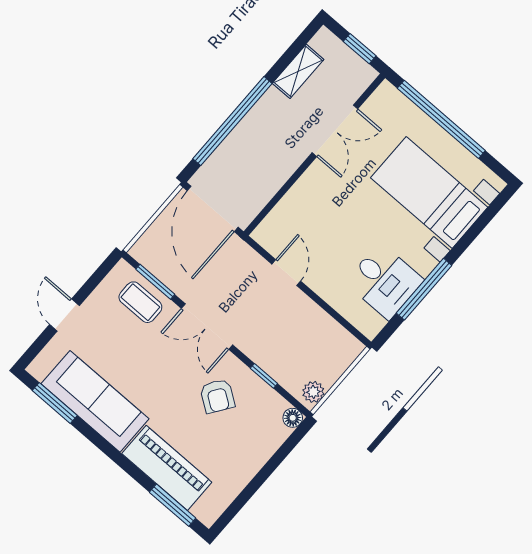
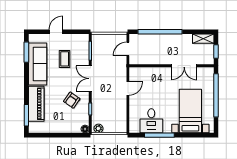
shelving: (298, 71) -> (203, 39), moved
door: (213, 209) -> (128, 49), width x0.53
coffee table: (140, 302) -> (65, 59), moved

